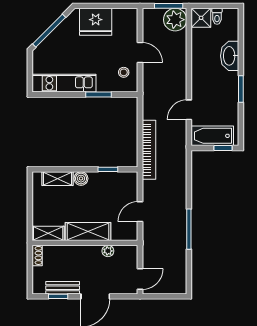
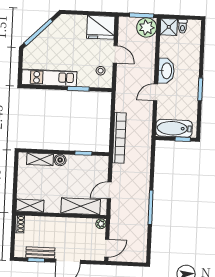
fridge: (96, 22) -> (101, 27), moved
washbasin: (230, 56) -> (166, 71), moved, turned 180
door: (189, 110) -> (156, 92), moved
shelving: (88, 231) -> (81, 206), moved
plant: (108, 251) -> (101, 224), moved

